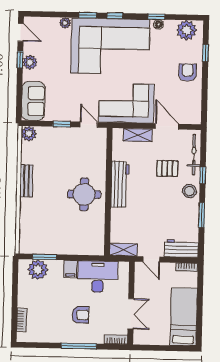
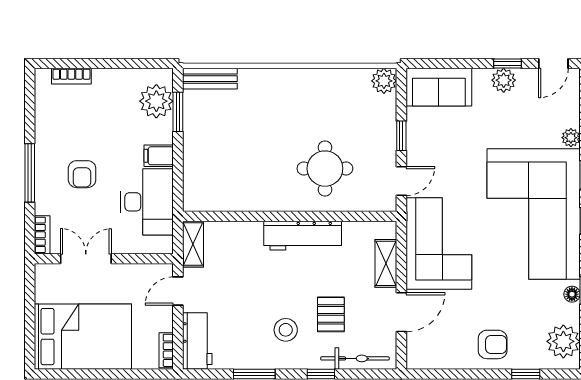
bench: (26, 181) -> (210, 79), moved
stool: (189, 191) -> (286, 330), moved
round table: (84, 194) -> (325, 169), moved
double door: (131, 314) -> (86, 259), swing flipped
bed: (184, 317) -> (83, 337), width x1.50

